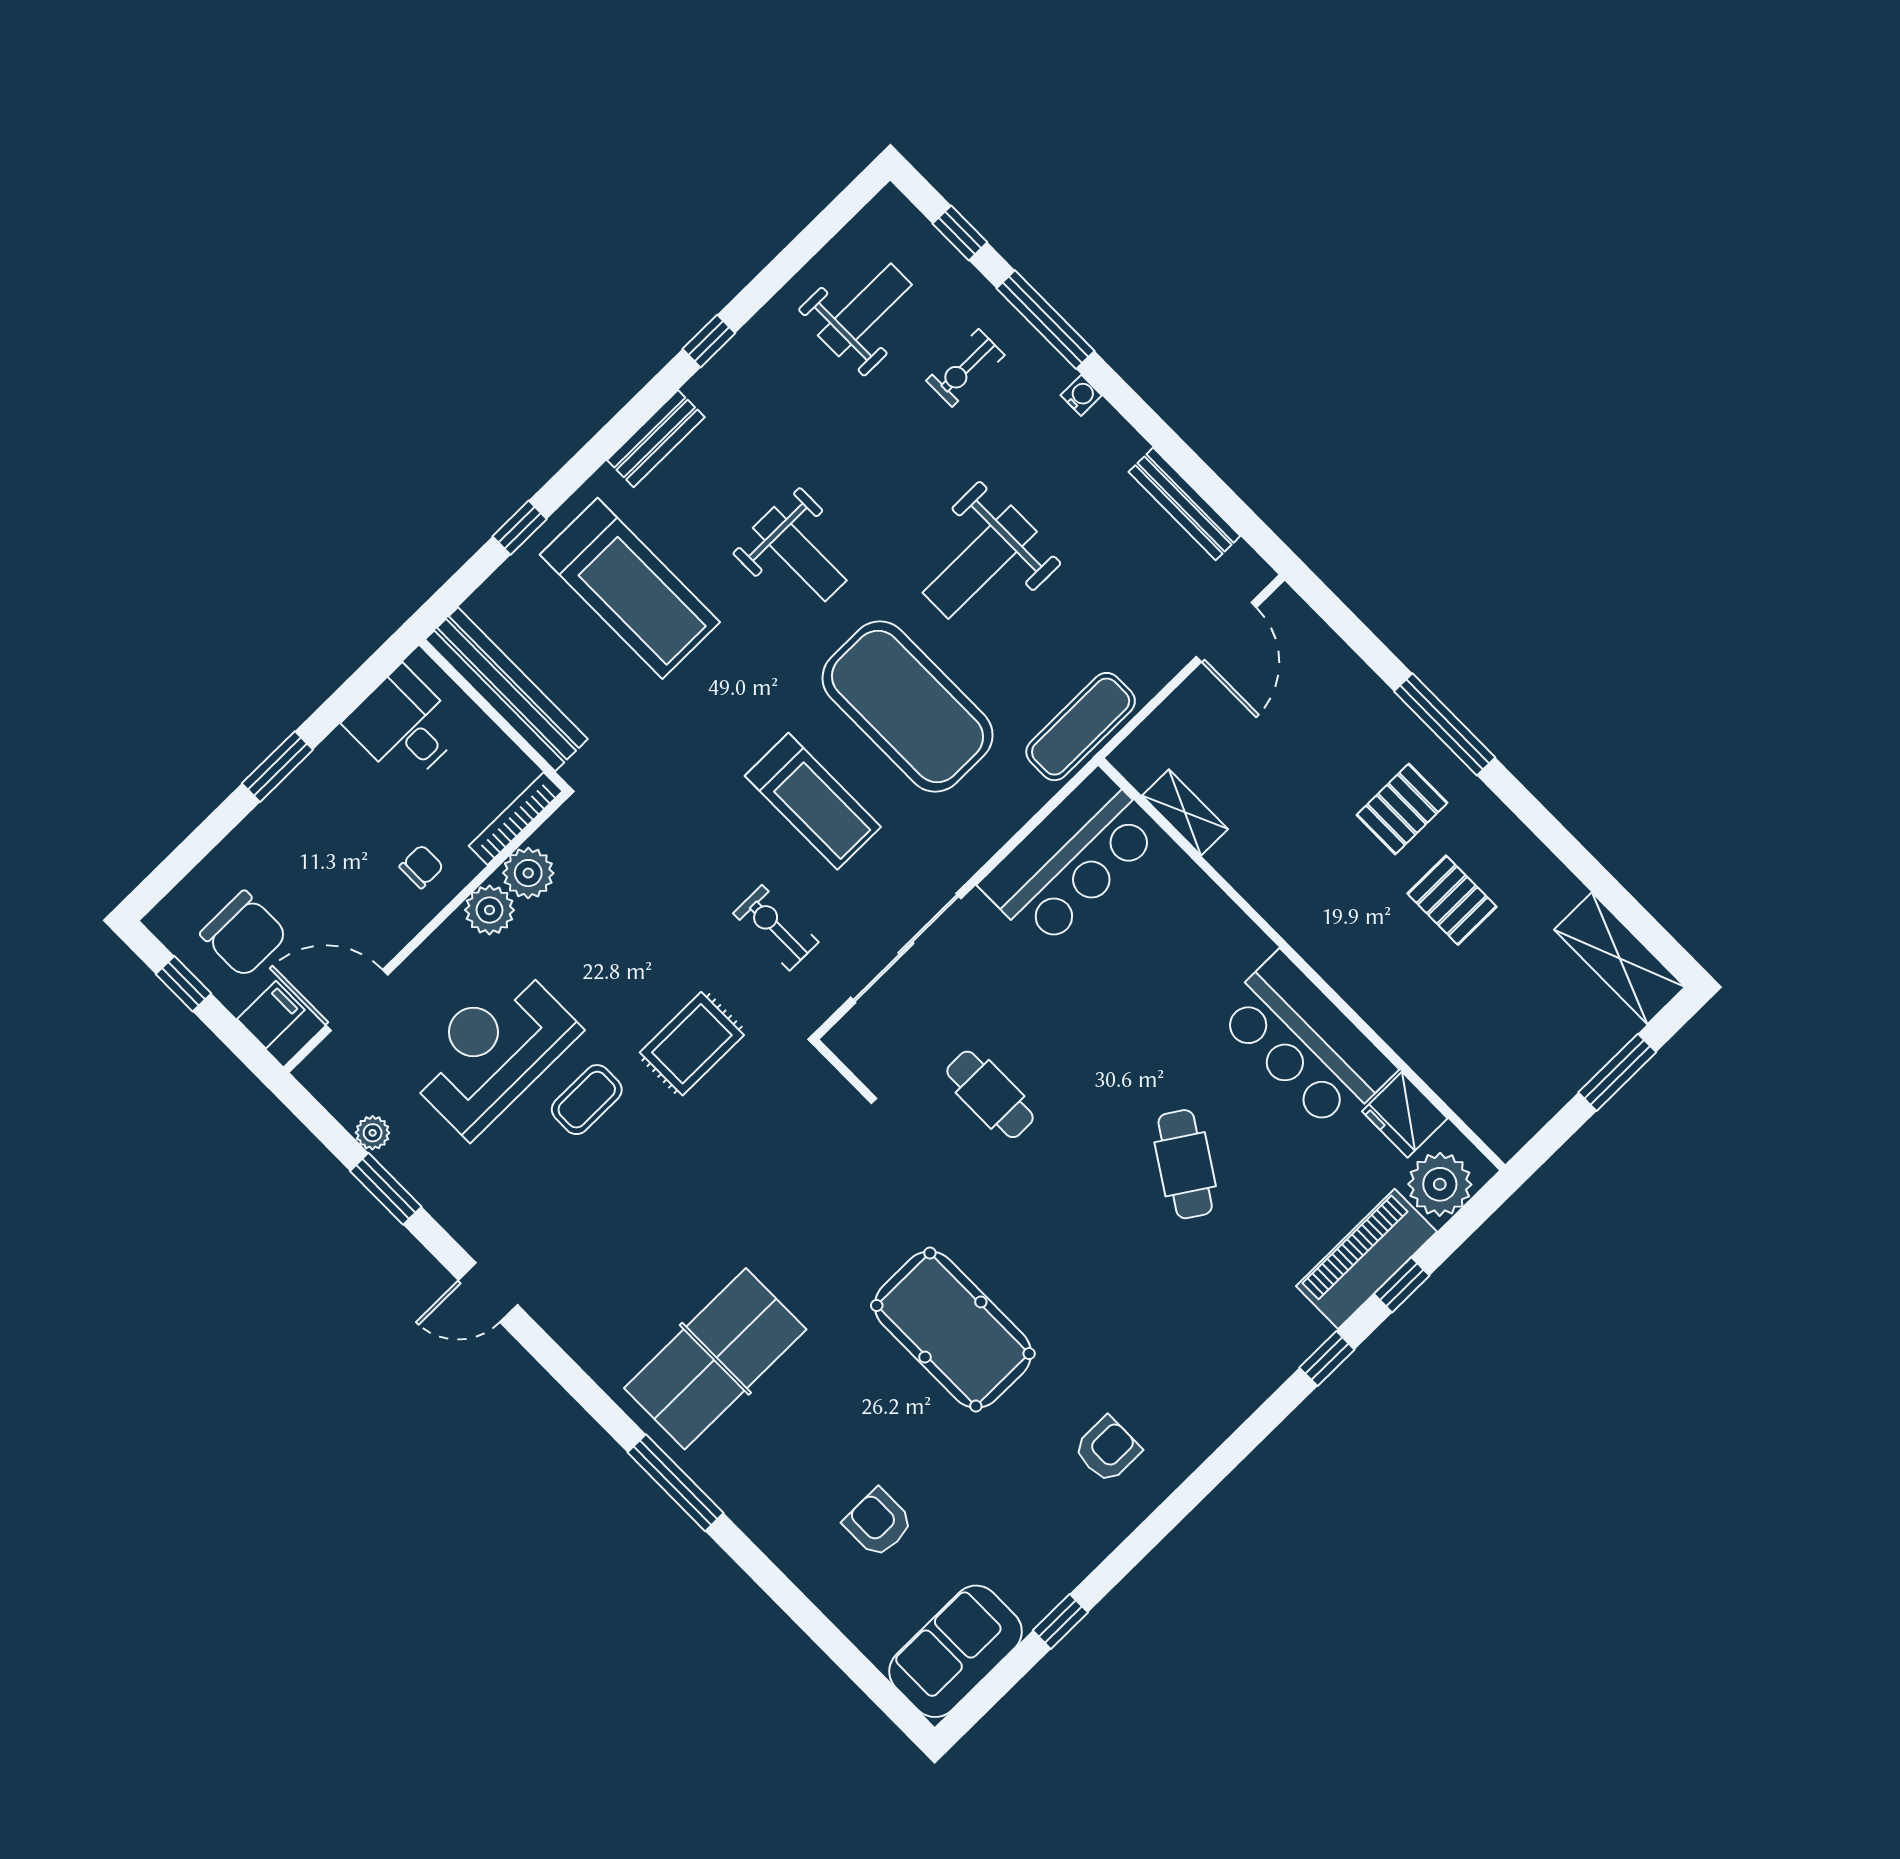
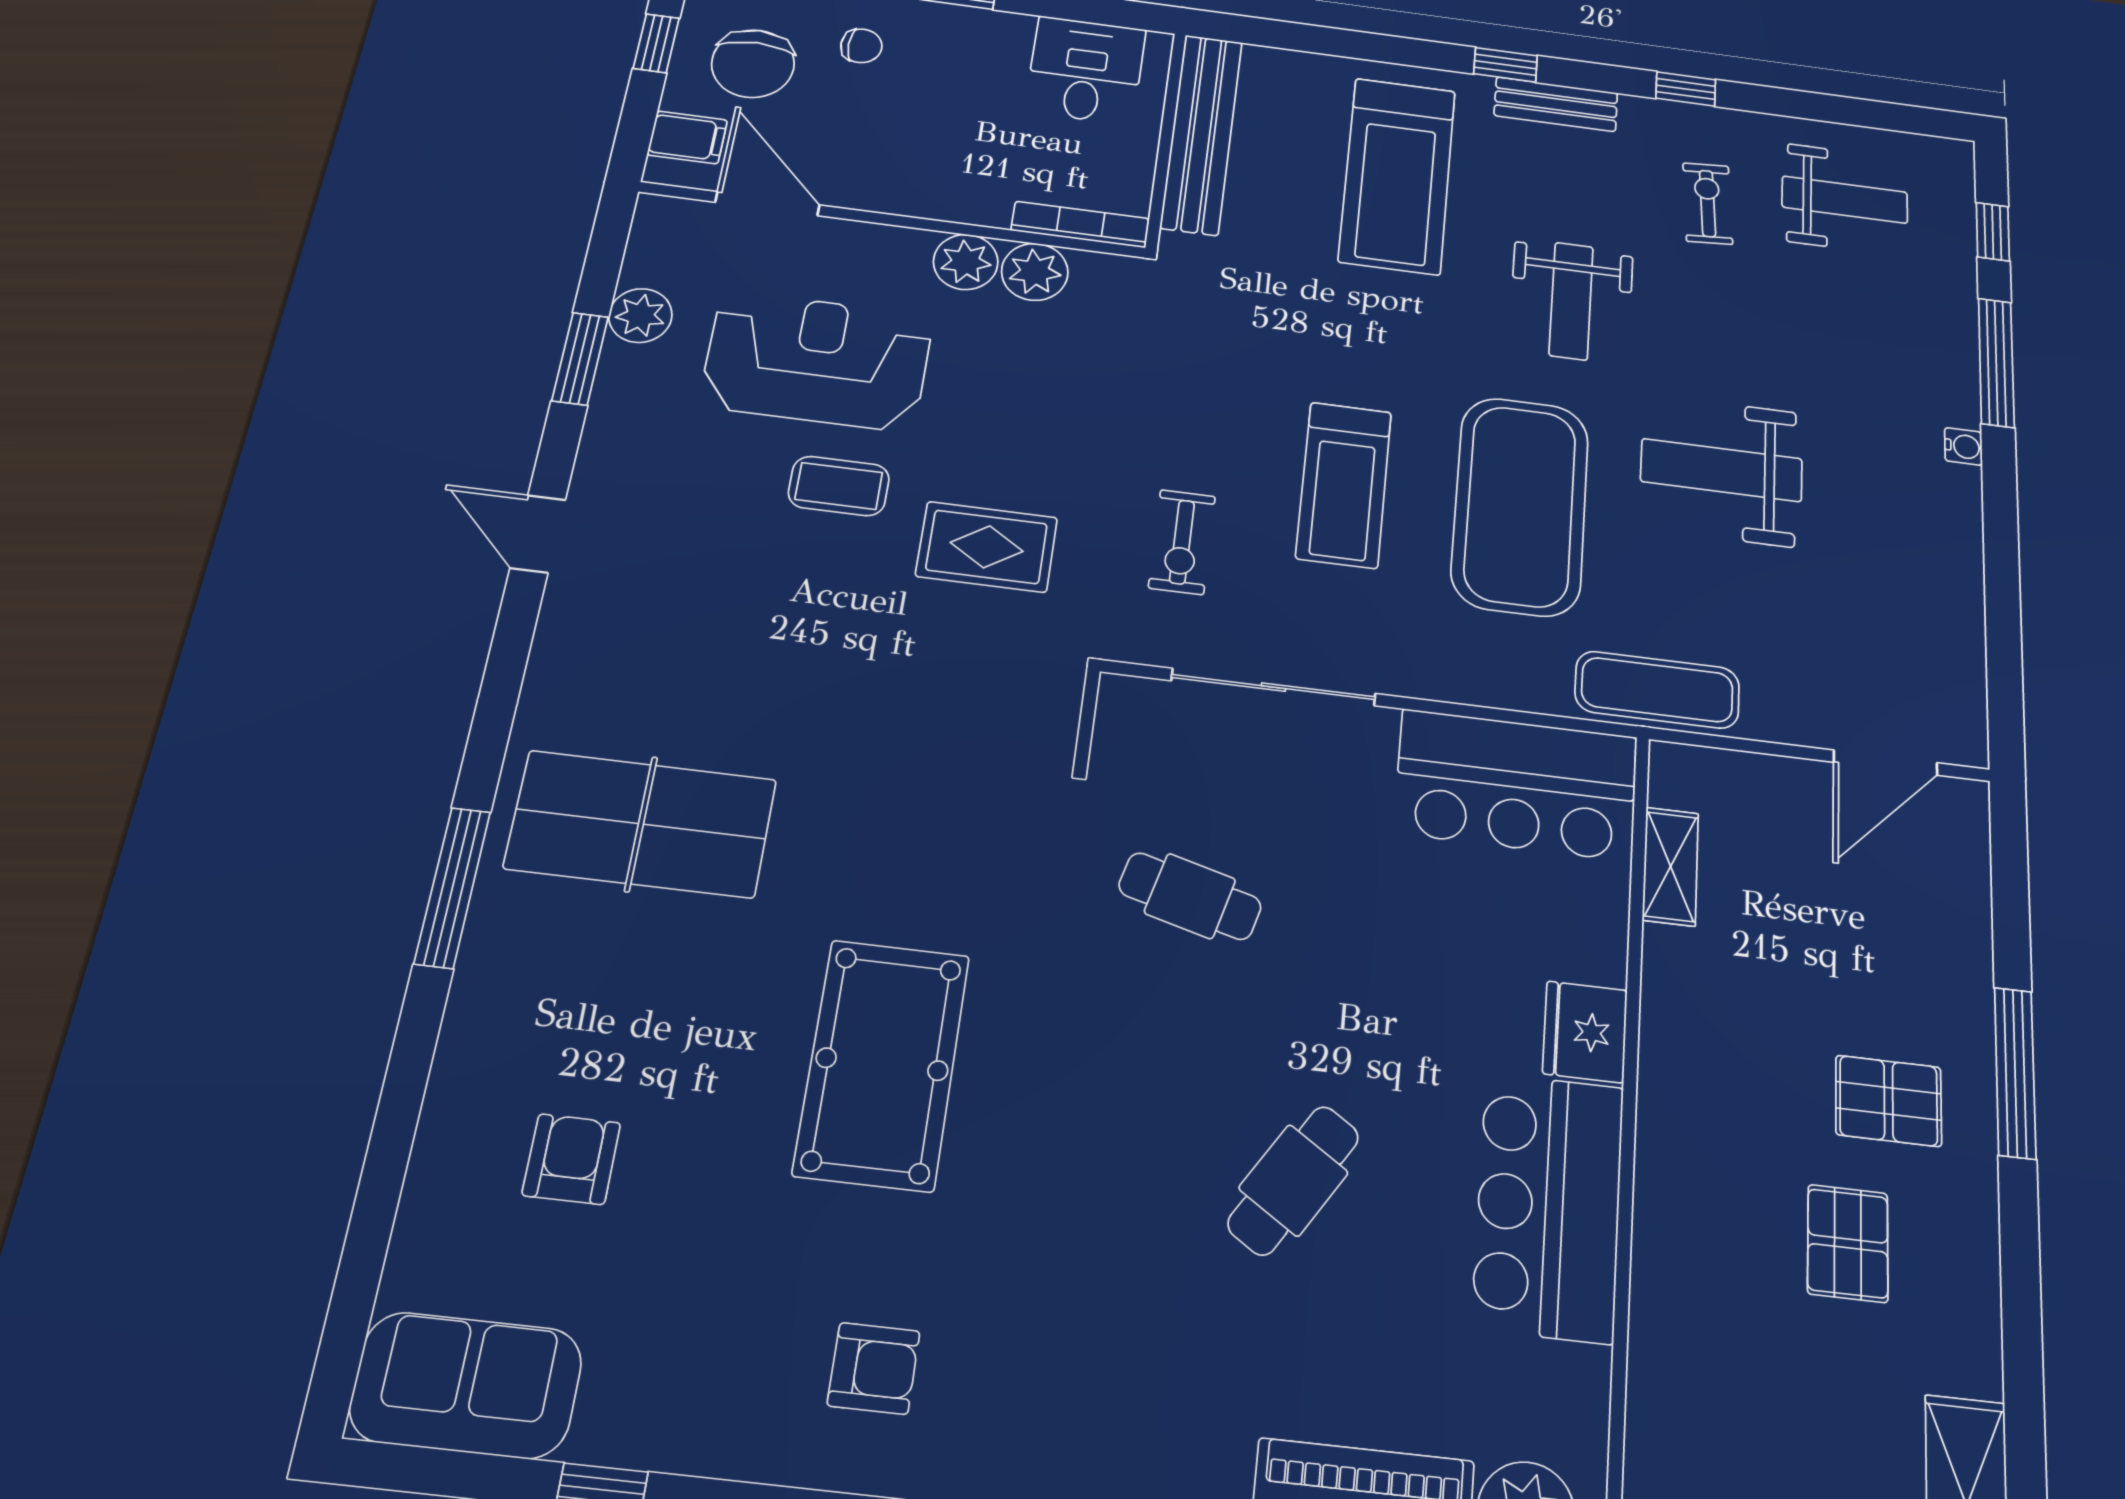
exercise bike: (965, 368) -> (1708, 204), moved, turned 86
bench: (1184, 504) -> (1963, 622), removed
window: (520, 528) -> (1506, 65), moved
chair: (421, 867) -> (861, 46), moved
exercise bike: (776, 928) -> (1182, 542), turned 180
cafe table: (990, 1094) -> (1190, 896), turned -75
fridge: (1405, 1115) -> (1585, 1032), moved
plant: (373, 1133) -> (640, 316), width x1.38, depth x1.38

